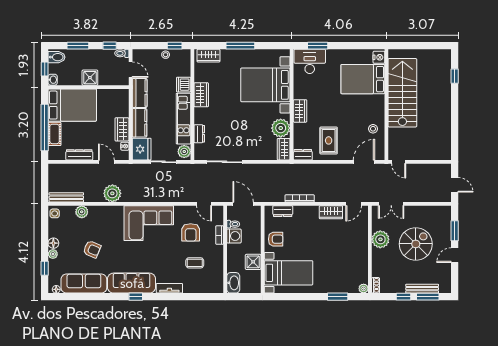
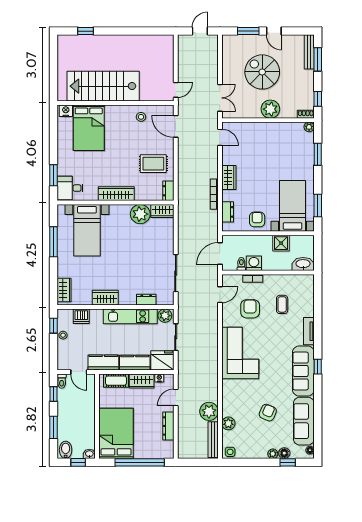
window: (240, 46) -> (53, 242), moved
desk: (310, 61) -> (70, 188), width x0.73
door: (131, 70) -> (79, 372), swing flipped
shower: (90, 78) -> (87, 415), removed
dishwasher: (184, 85) -> (81, 316), moved
bed with nightstands: (265, 85) -> (87, 230), width x0.73
wardrobe: (300, 111) -> (116, 194), width x1.50
cot: (55, 134) -> (116, 381), moved
plant: (112, 193) -> (209, 411), moved
wardrobe: (331, 212) -> (229, 178), moved
armchair: (191, 232) -> (250, 309), turned -90
plant: (380, 239) -> (270, 109), moved
floor lamp: (53, 243) -> (284, 453), moved
bench: (422, 289) -> (309, 52), moved
window: (289, 297) -> (318, 205), added
window: (404, 297) -> (318, 99), moved

